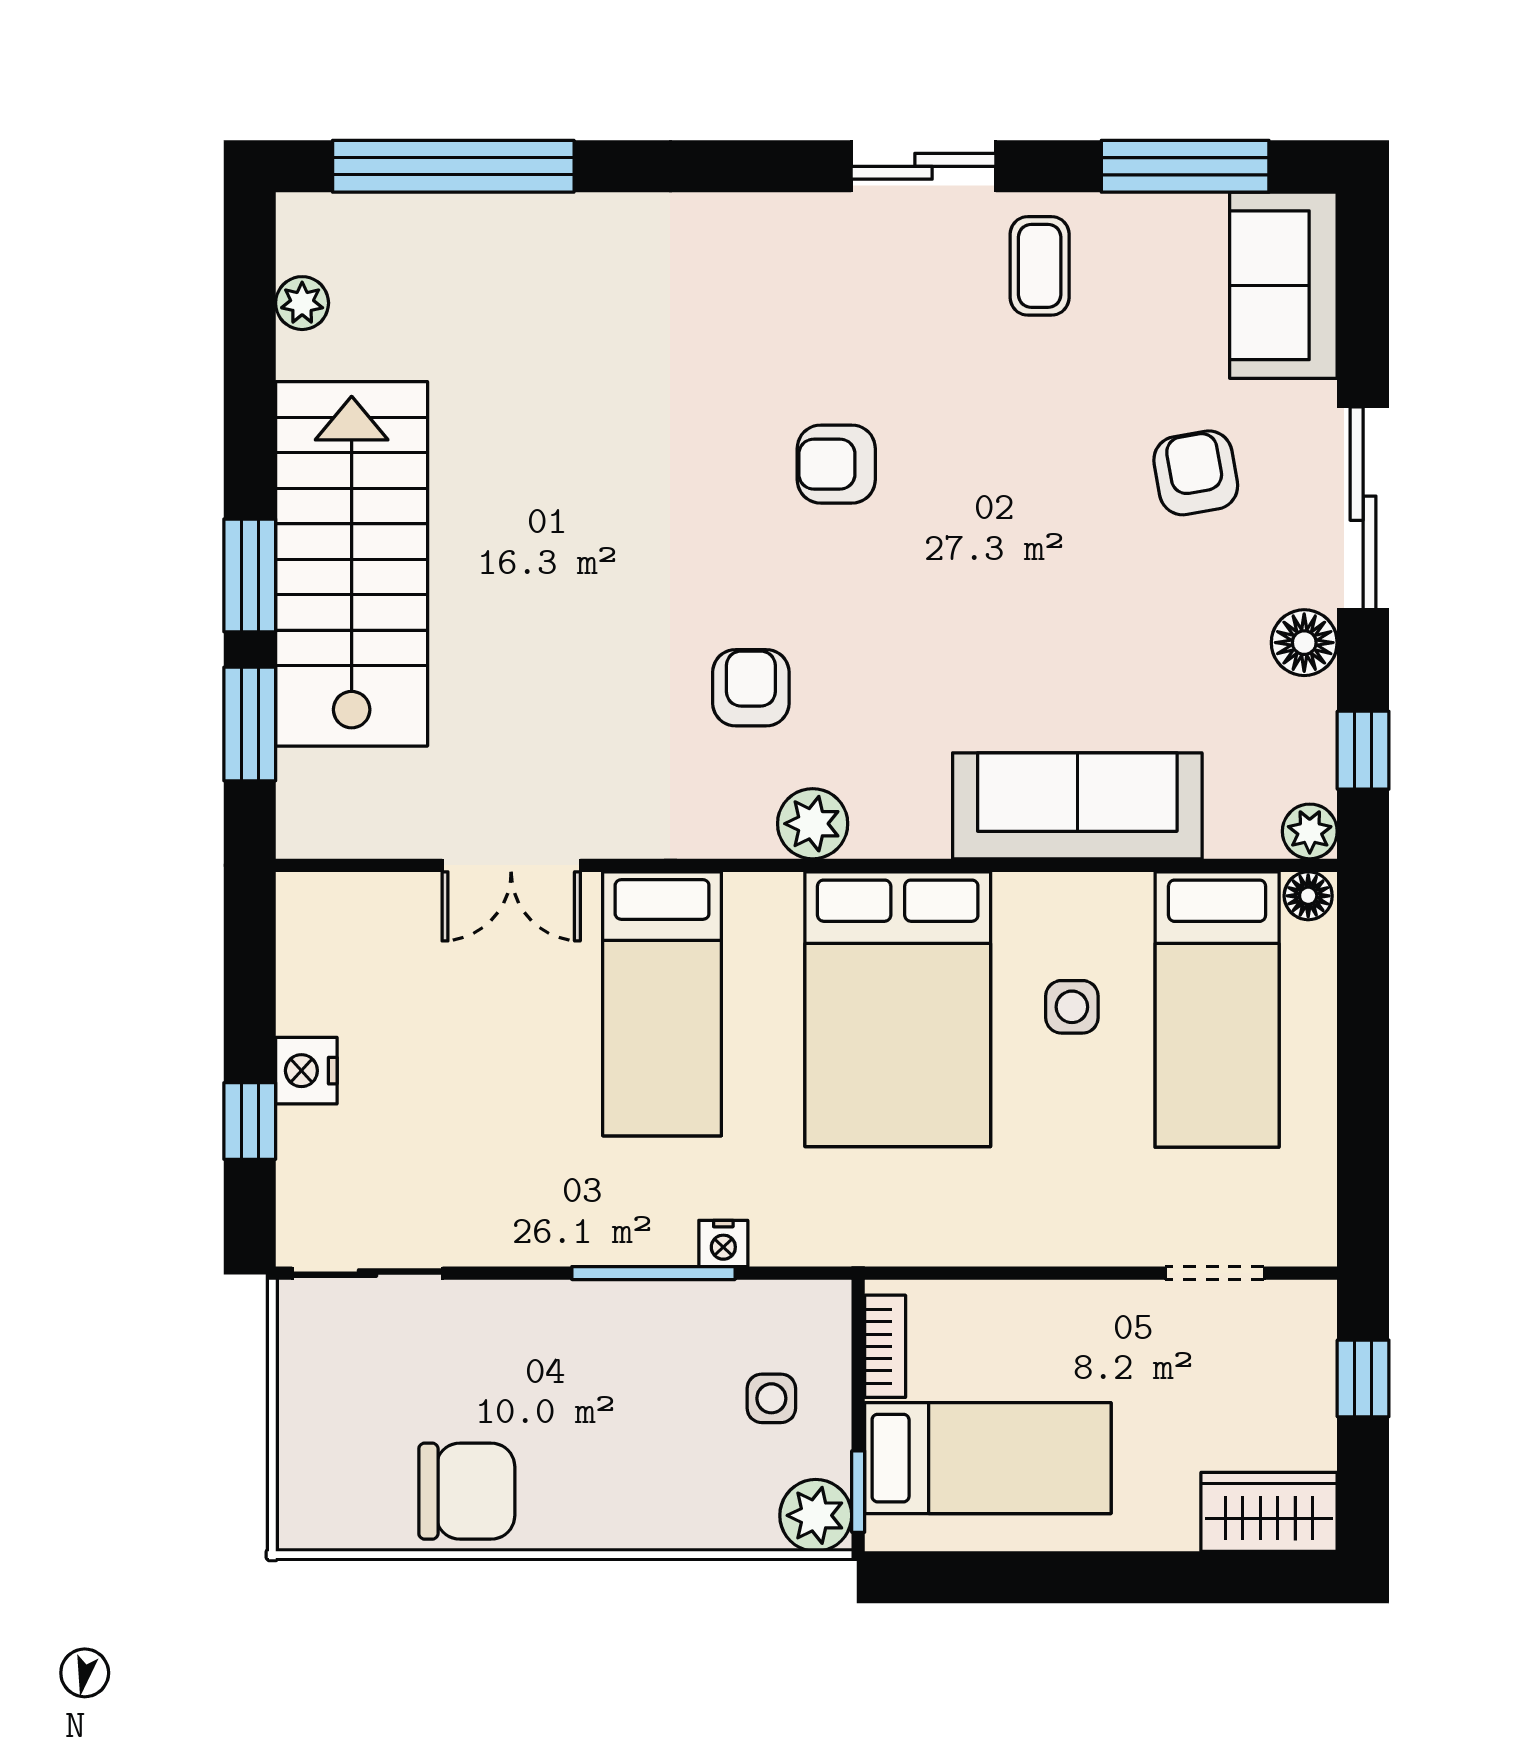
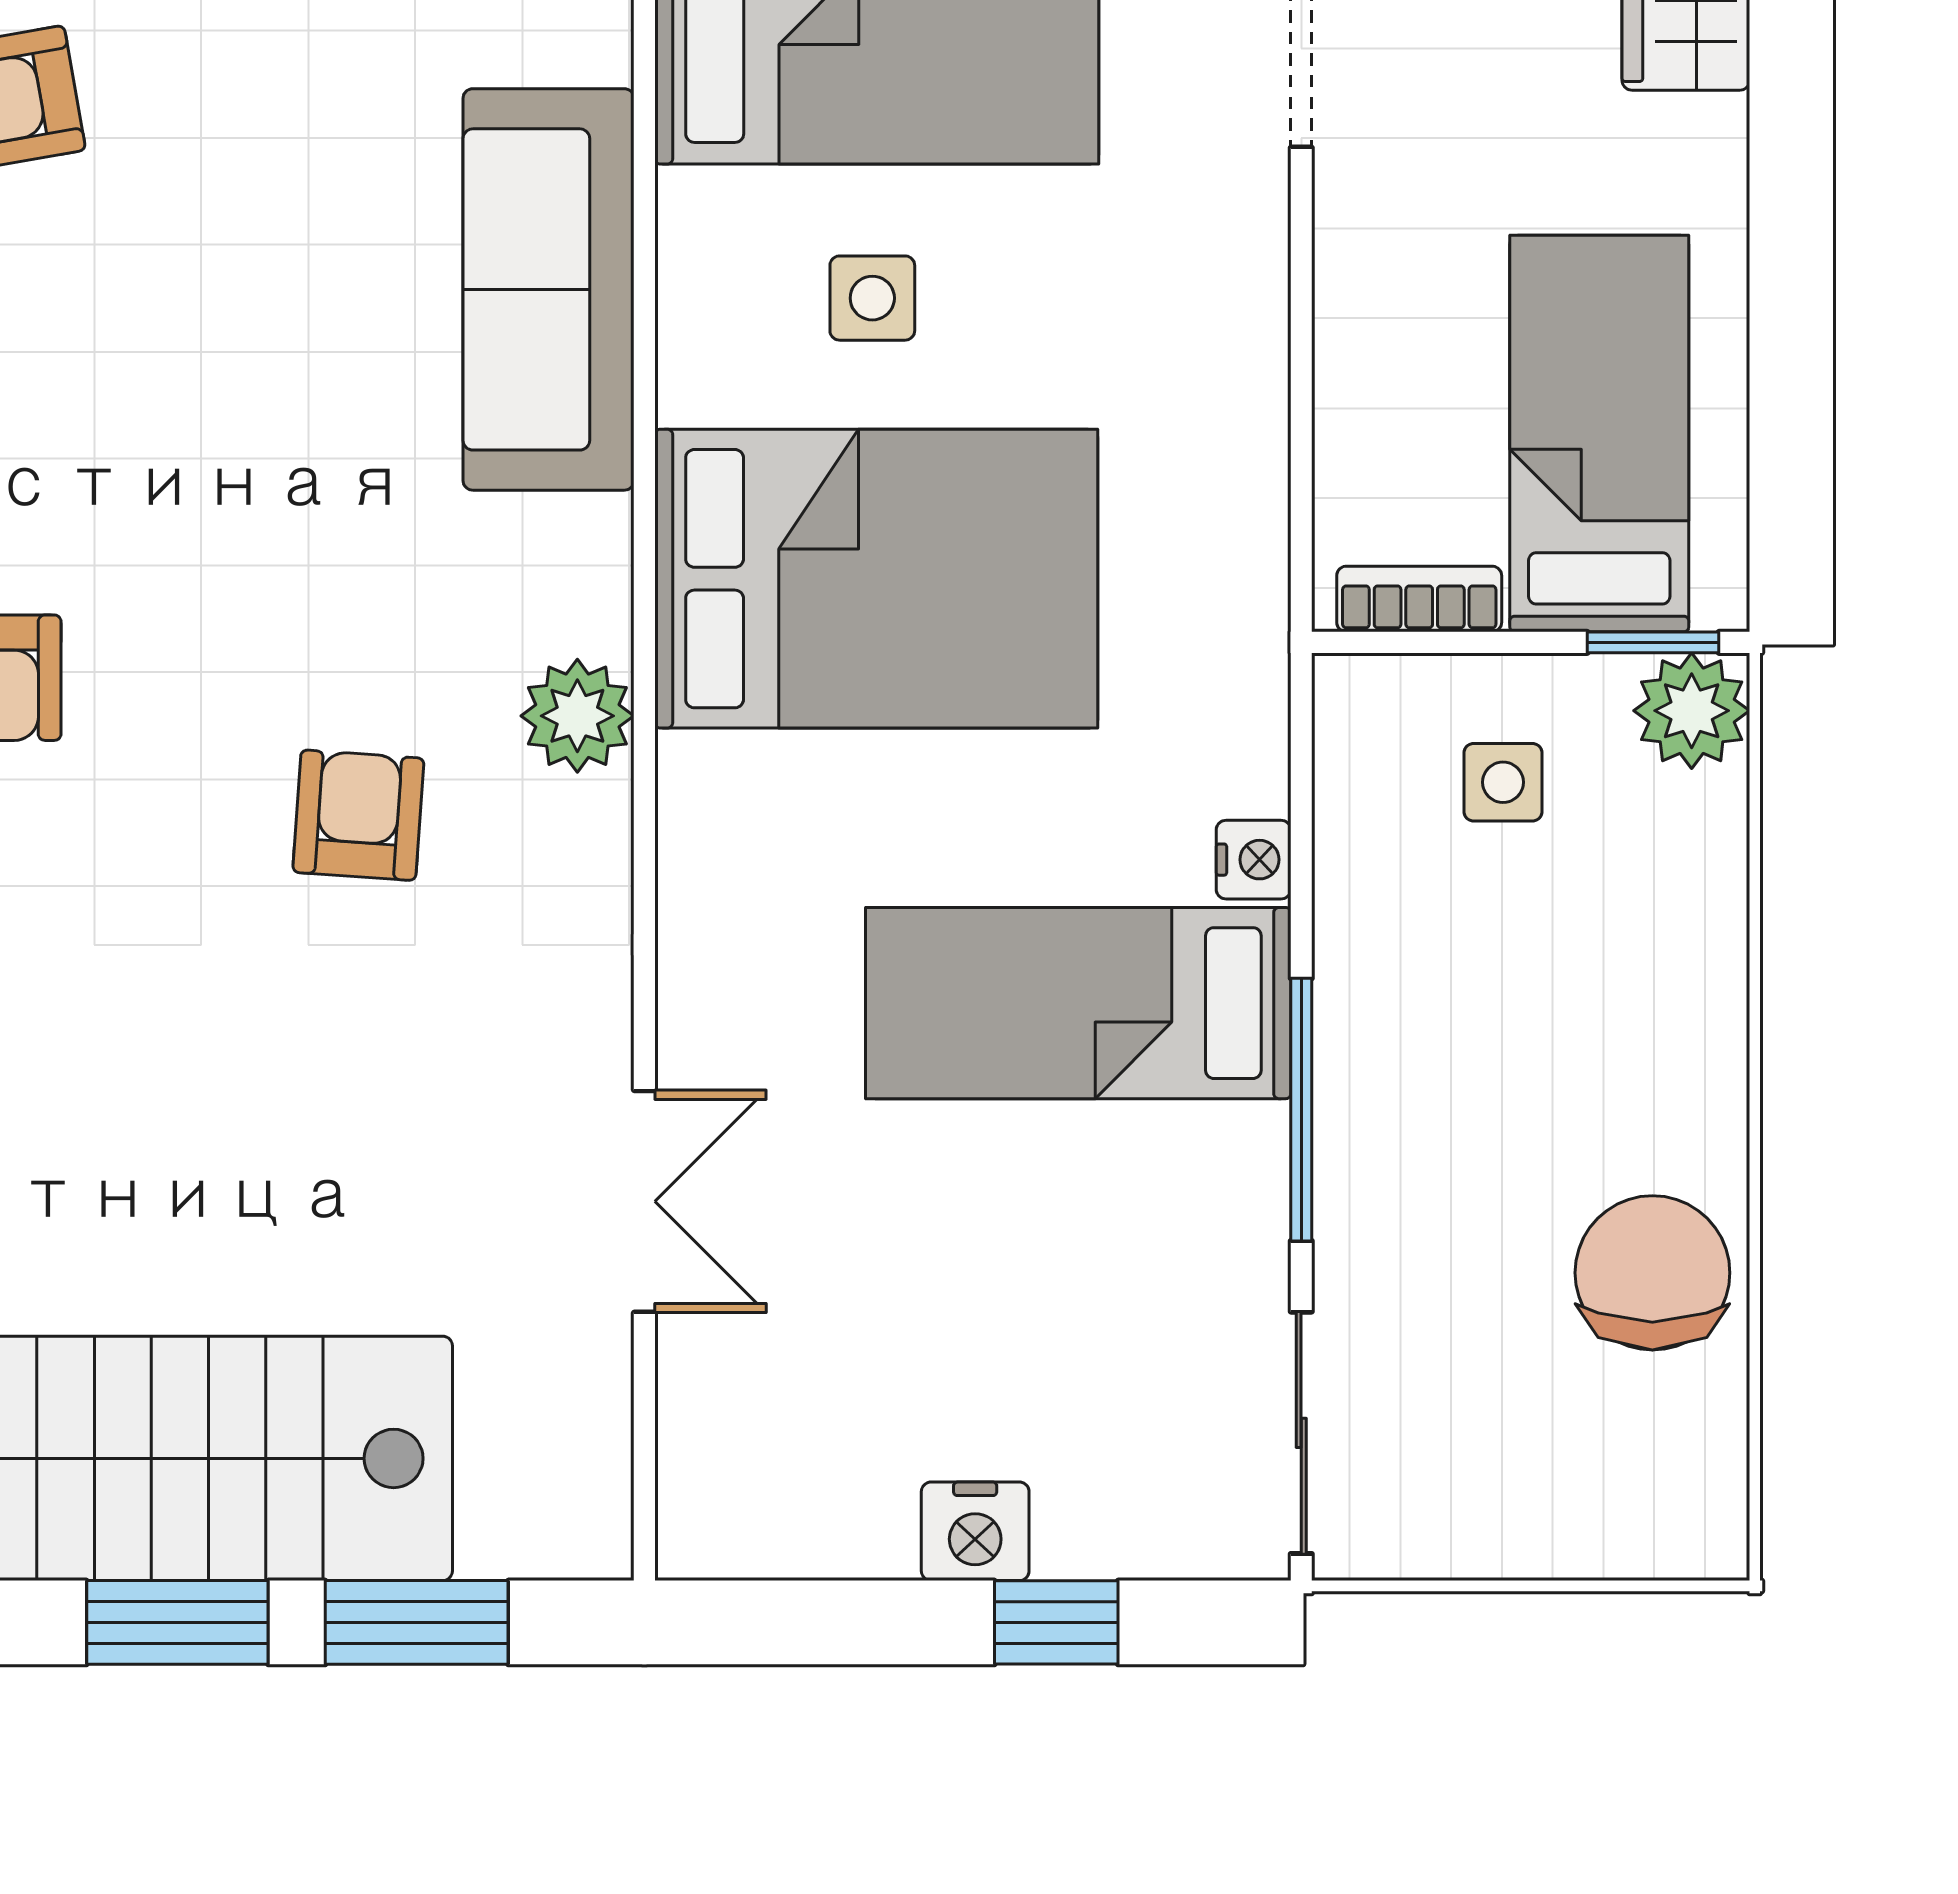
armchair: (751, 688) -> (358, 815), turned 94
bed: (662, 1004) -> (1078, 1003), moved, turned 180
window: (653, 1273) -> (1301, 1110), moved

